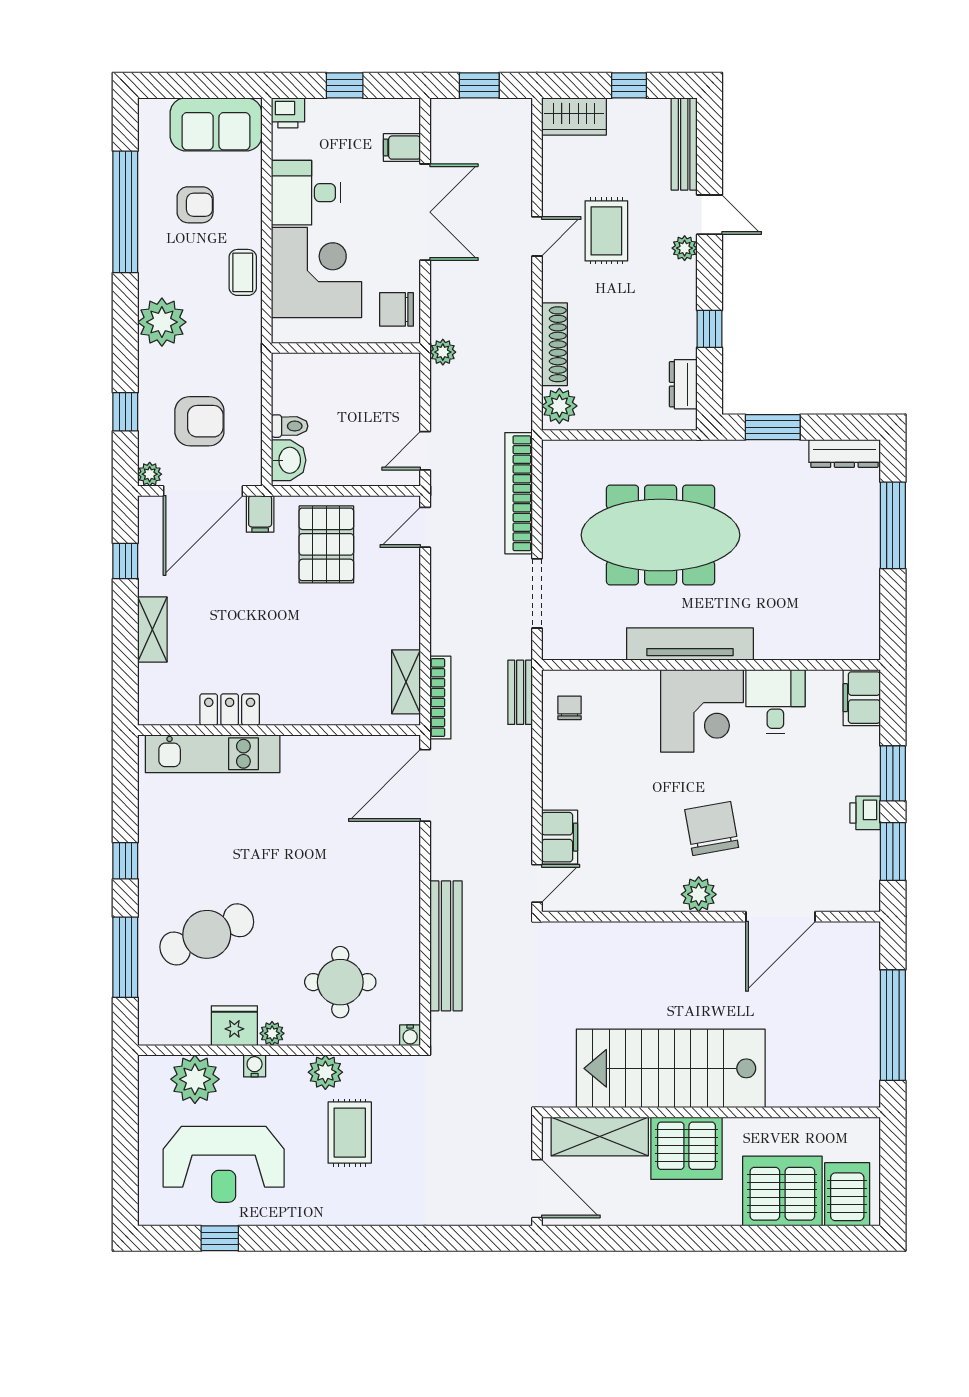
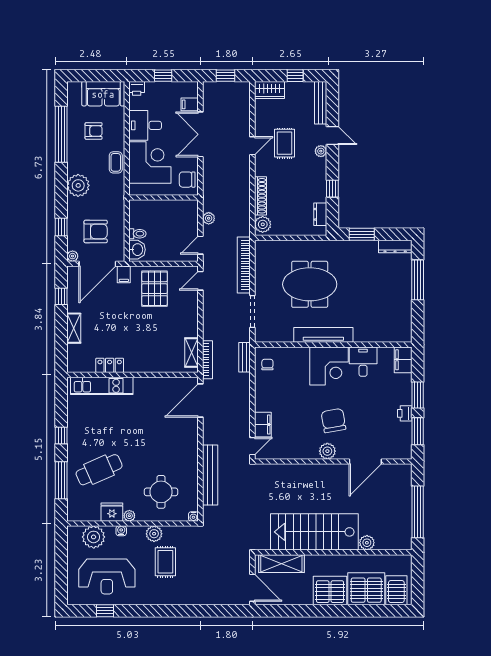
double door: (425, 212) -> (200, 134), swing flipped
plant: (443, 352) -> (209, 218), moved
meeting table: (661, 535) -> (310, 284), width x0.73
plant: (784, 1092) -> (367, 543), added
server rack: (686, 1148) -> (330, 591), moved, turned 180

